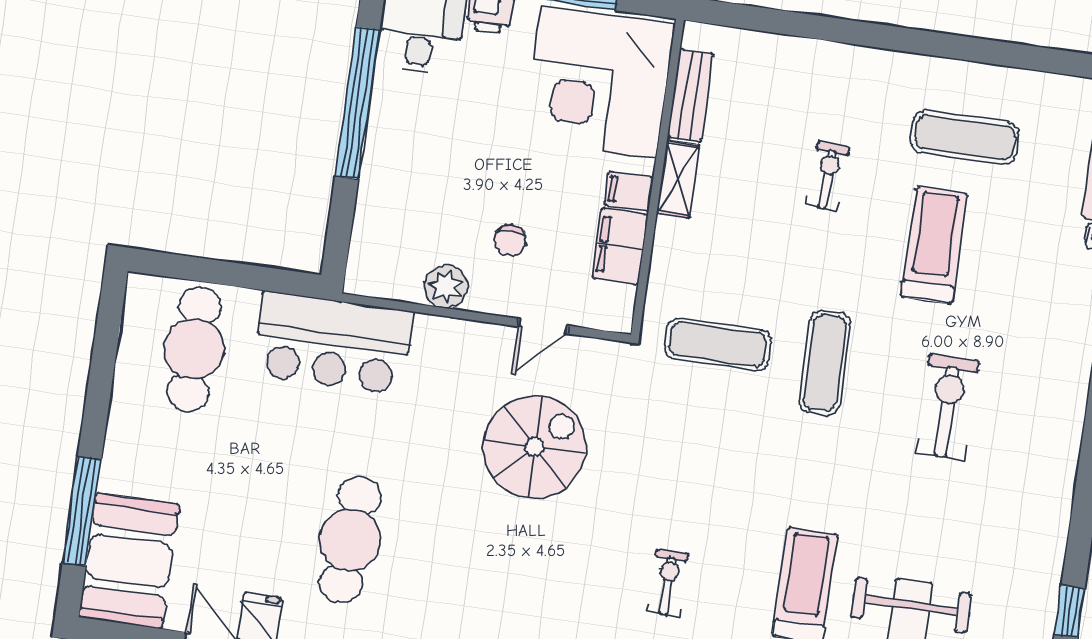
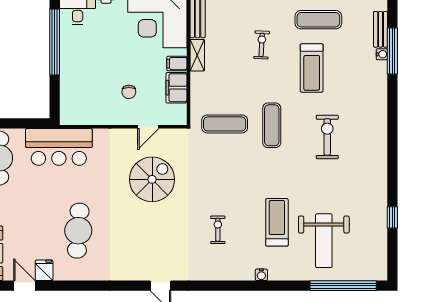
treadmill: (934, 245) -> (312, 68), turned 180
plant: (446, 287) -> (104, 116), removed

